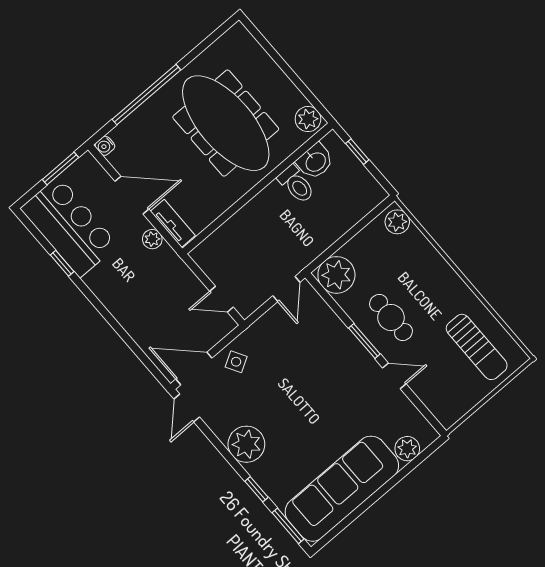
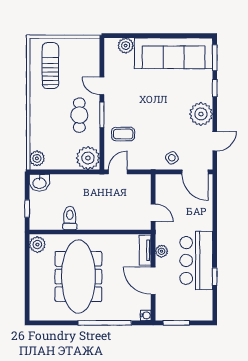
washbasin: (315, 161) -> (39, 183), moved, turned 180
bar counter: (69, 227) -> (196, 260), moved
door: (221, 299) -> (153, 213), moved
coffee table: (319, 340) -> (123, 134), added
door: (187, 408) -> (215, 141), moved

